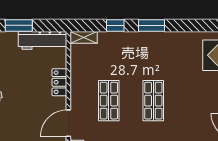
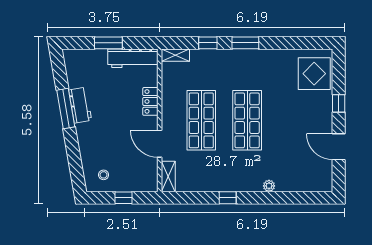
shop shelf: (109, 101) -> (201, 120), width x1.43, depth x1.36
shop shelf: (153, 101) -> (247, 120), width x1.43, depth x1.36
door: (68, 123) -> (160, 144), hinge flipped

